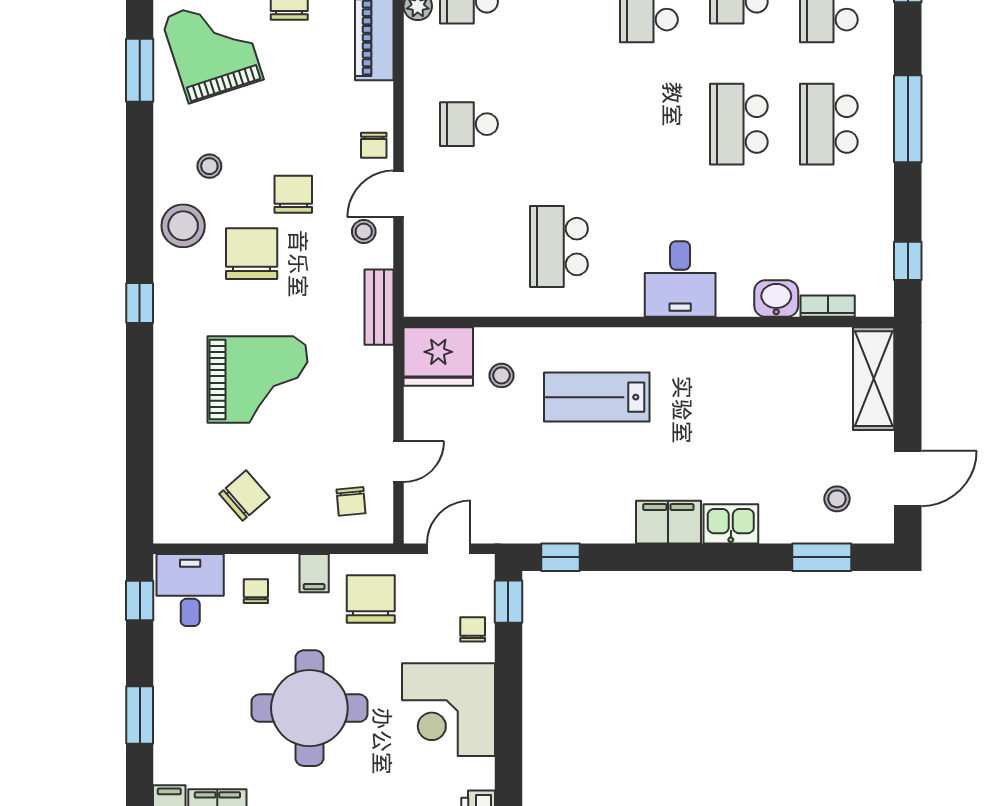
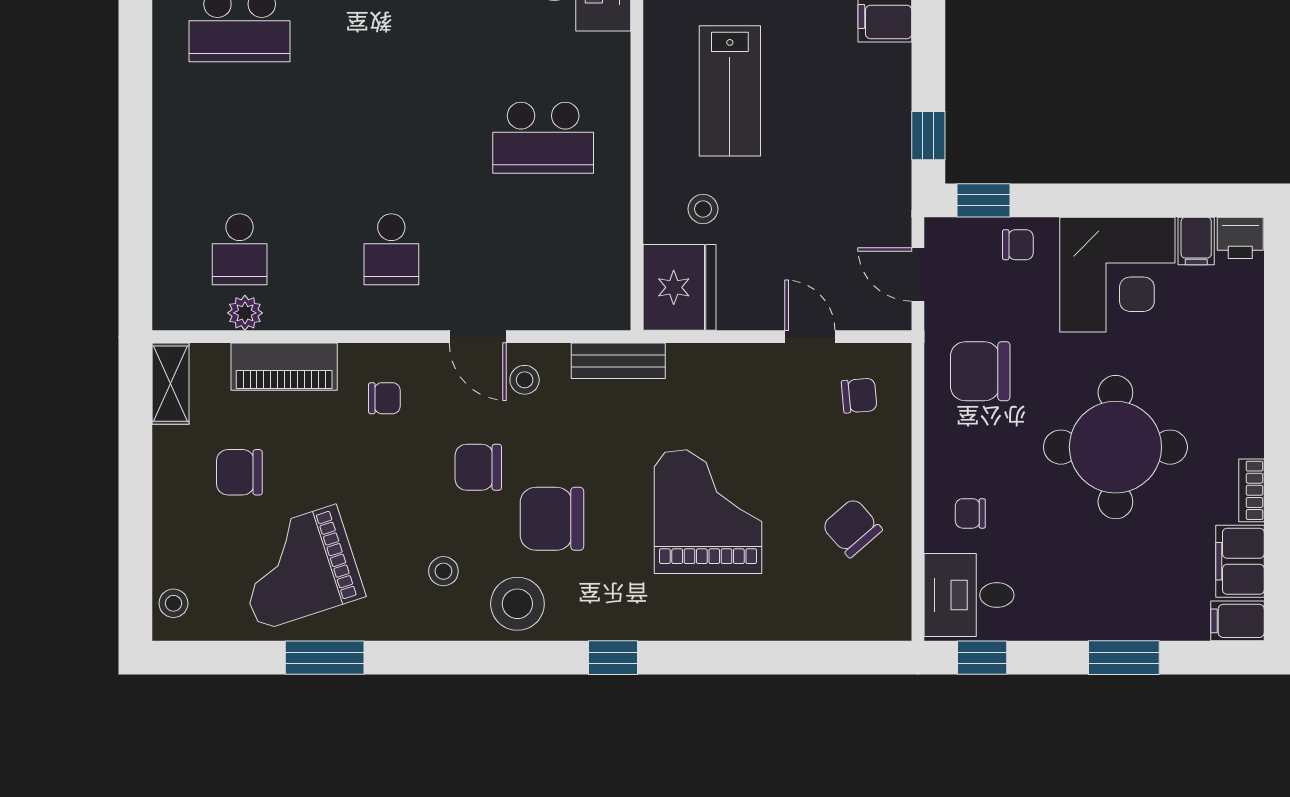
chair: (374, 145) -> (384, 398), moved
filing cabinet: (314, 573) -> (1196, 241), moved, turned 90
chair: (473, 629) -> (1018, 245), turned 180

